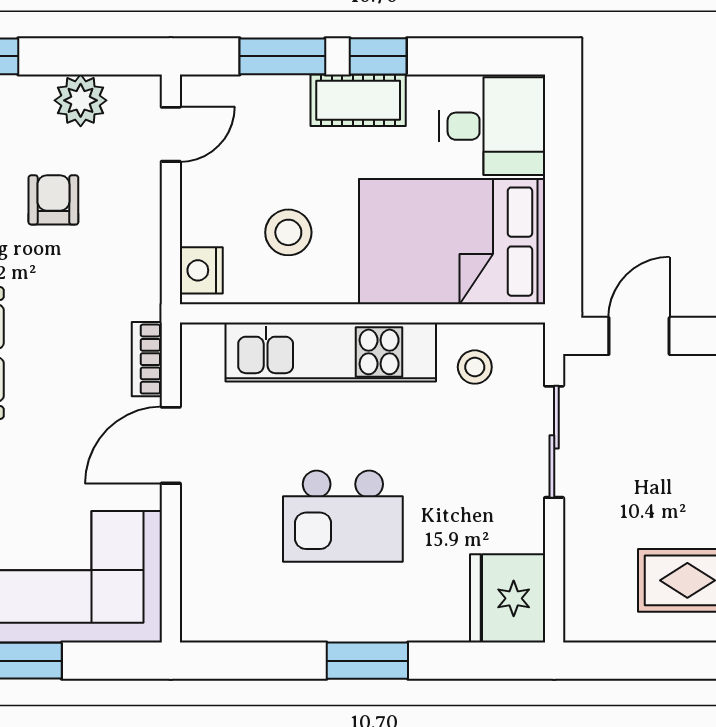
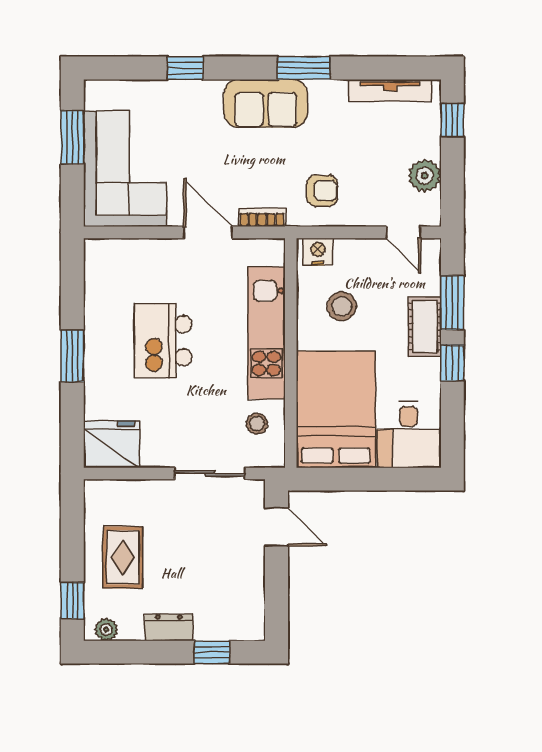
cot: (358, 100) -> (425, 326), moved
armchair: (53, 200) -> (322, 191), moved

